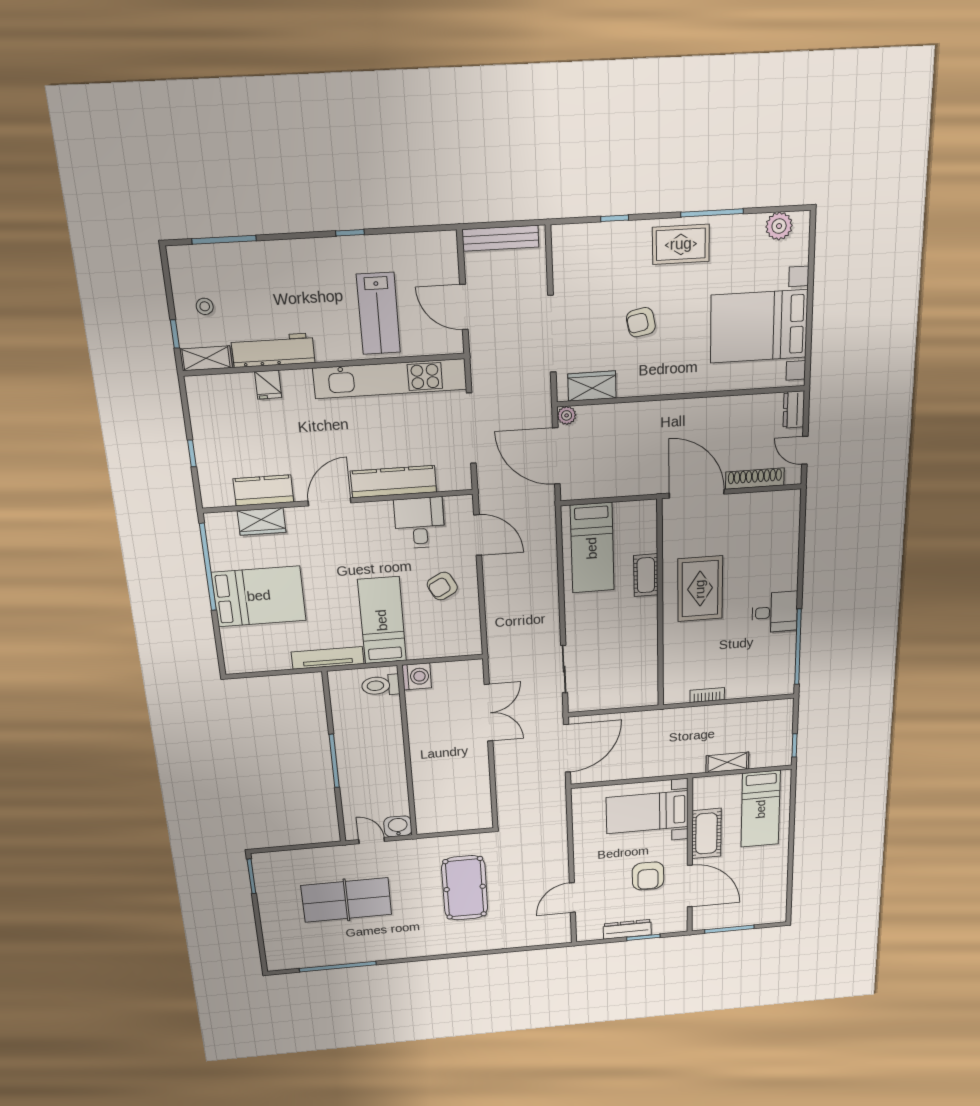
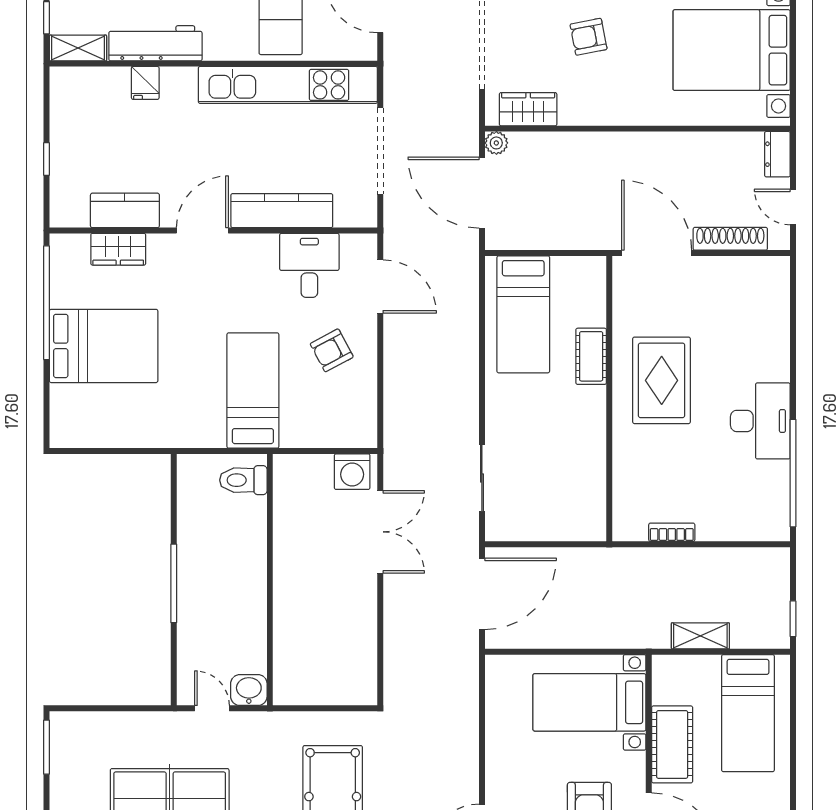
desk: (775, 612) -> (760, 421), width x1.37
tv unit: (328, 658) -> (180, 436), removed
washing machine: (417, 676) -> (352, 472), moved, turned 90

